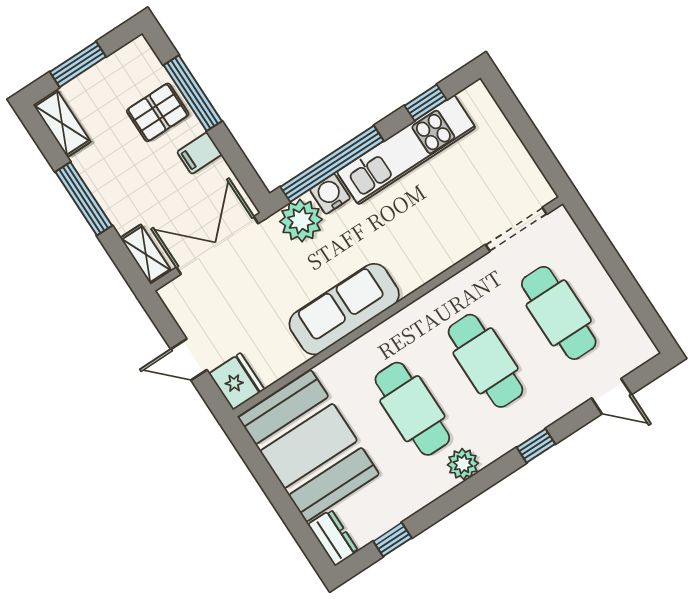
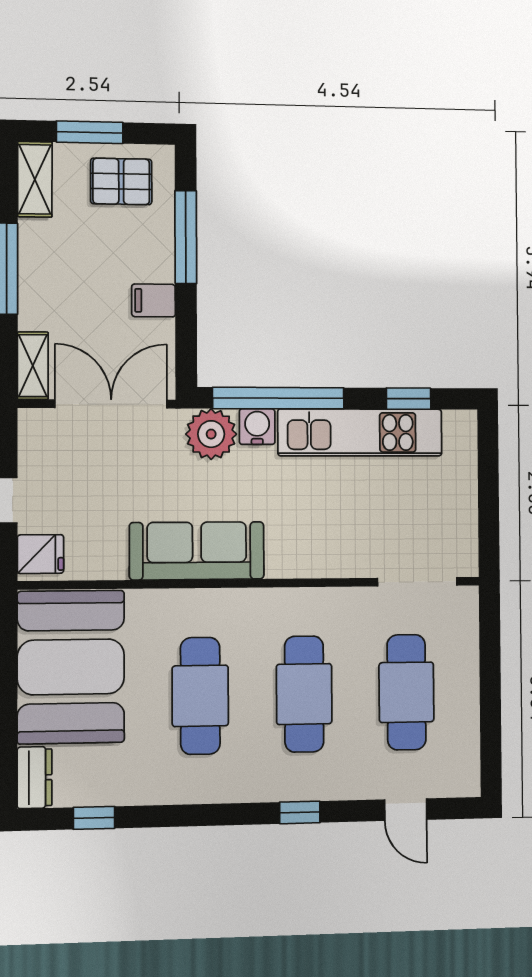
pallet: (158, 112) -> (121, 181), moved
fridge: (237, 381) -> (41, 554), width x0.72
plant: (463, 464) -> (215, 785), removed

